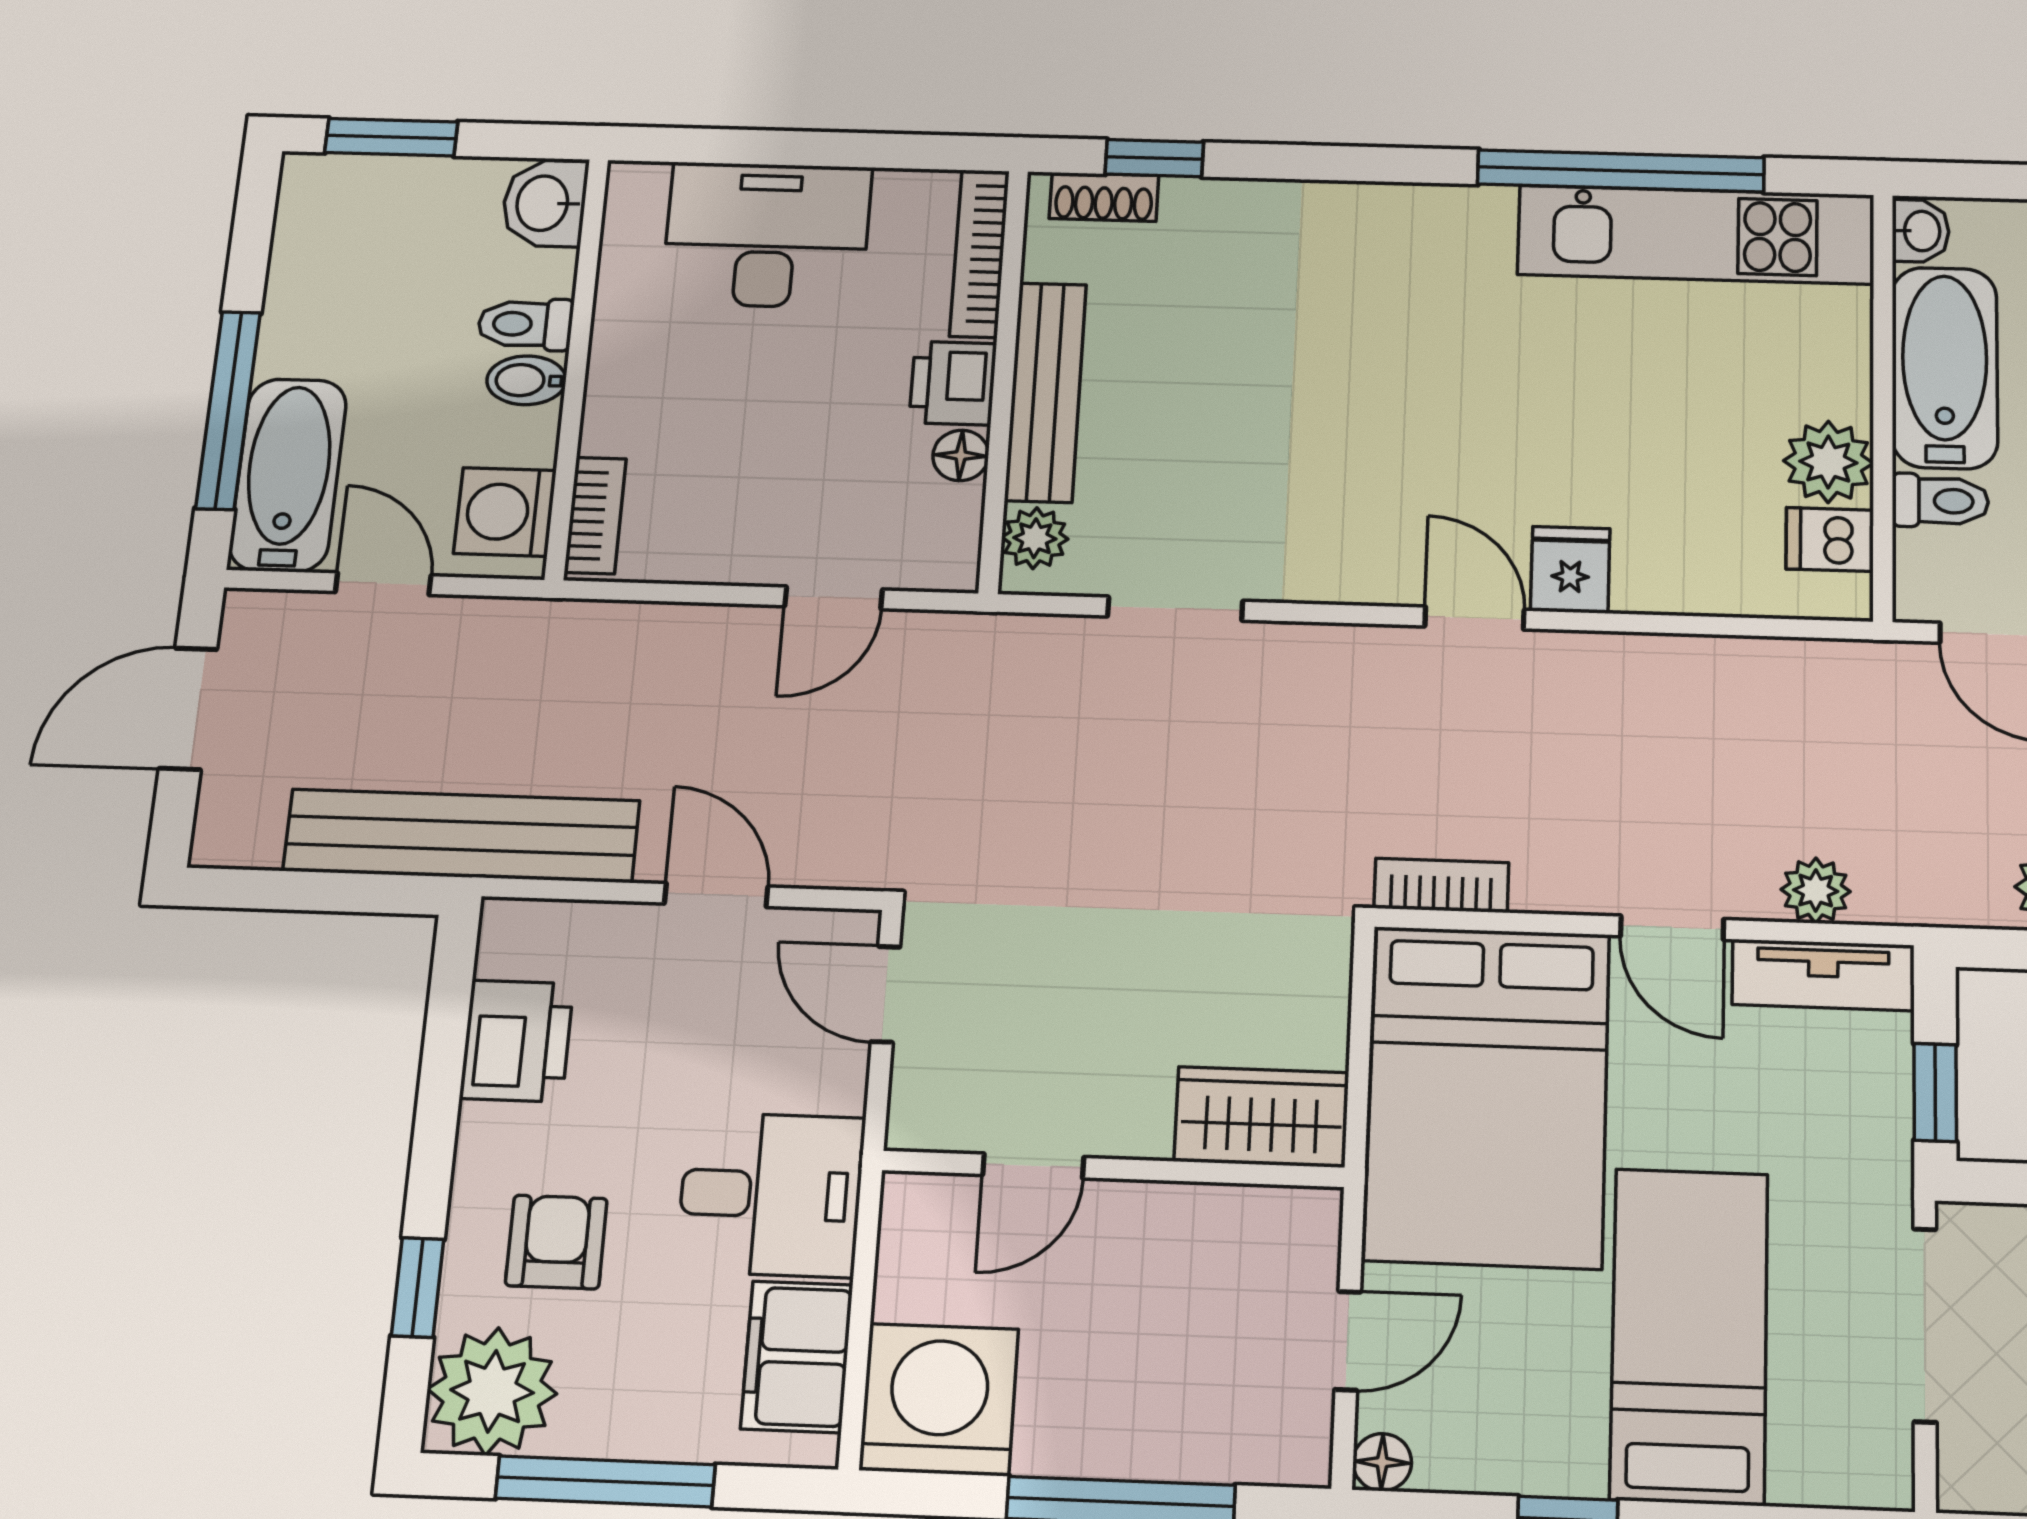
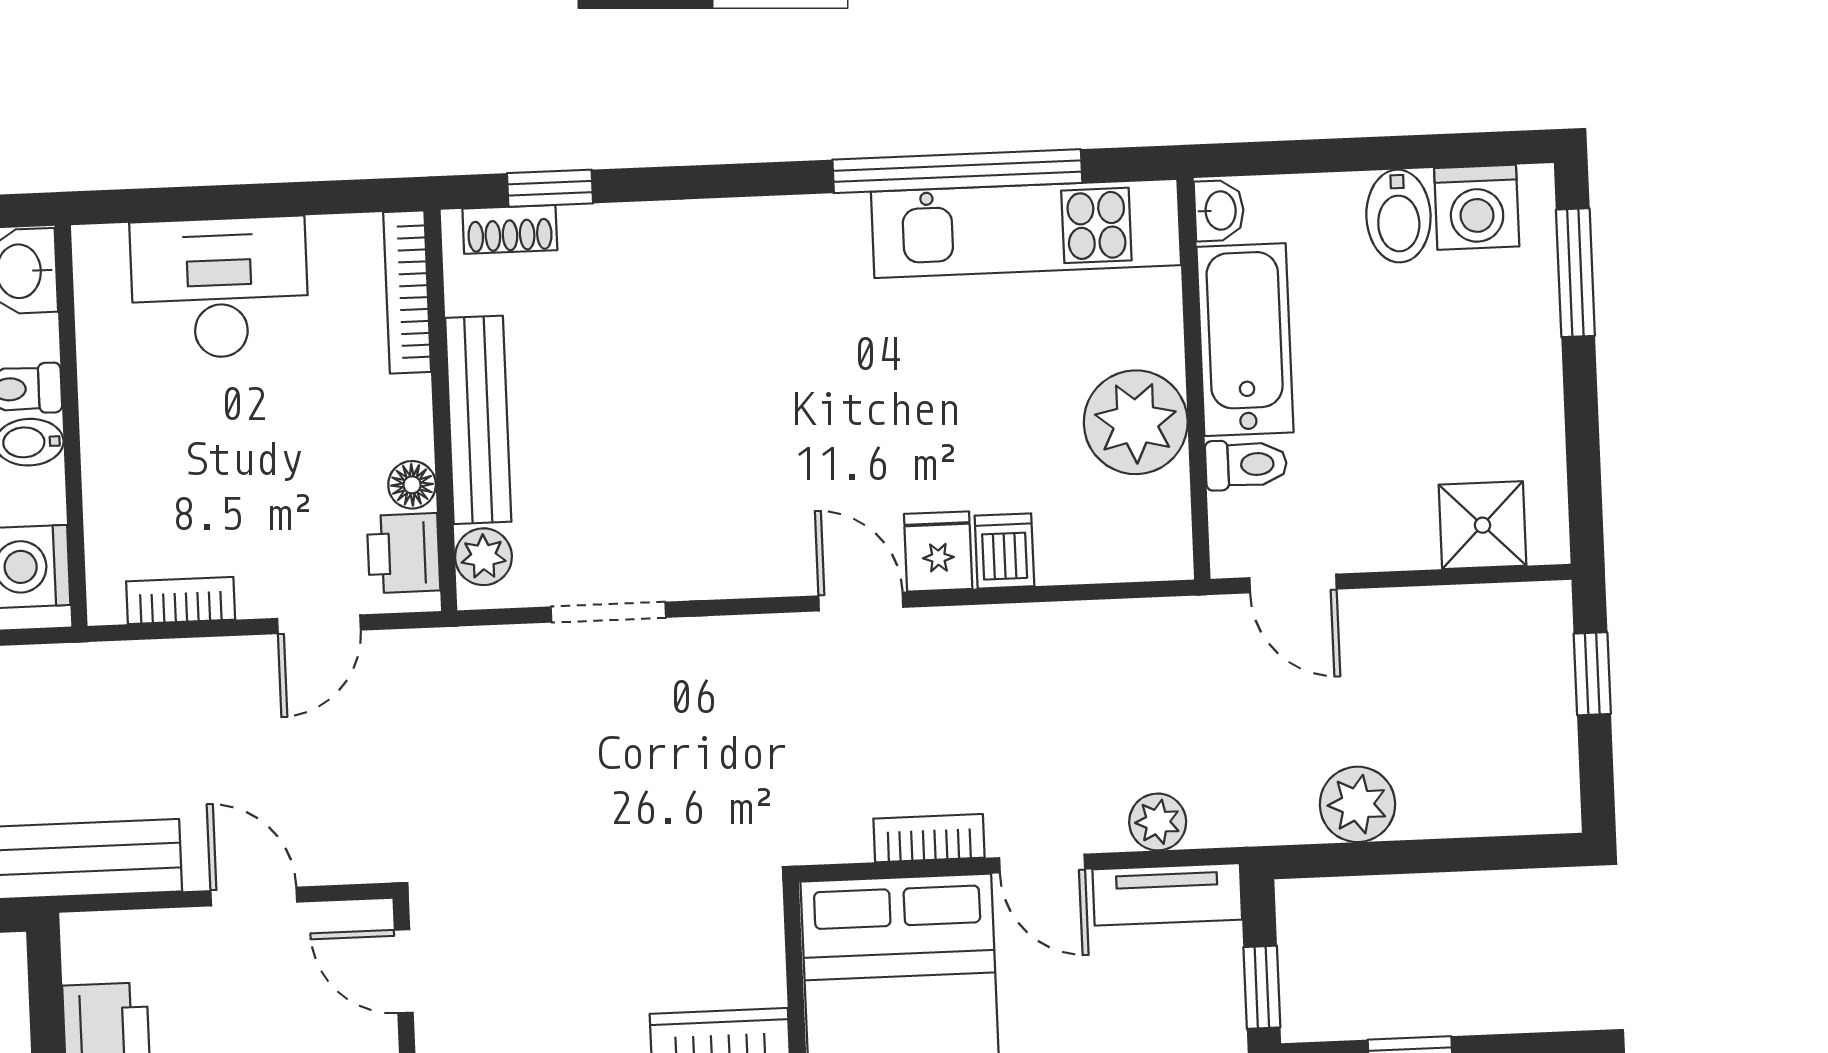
printer: (953, 383) -> (403, 553), moved
plant: (1828, 462) -> (1136, 422), width x1.36, depth x1.36
bookcase: (595, 516) -> (181, 601), moved, turned -90
dishwasher: (1830, 539) -> (1004, 551), moved, turned 90
bookcase: (1441, 885) -> (929, 838), moved

